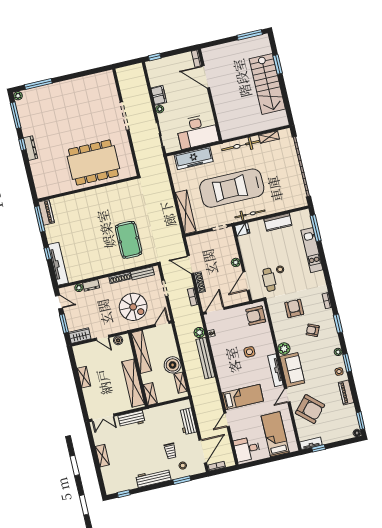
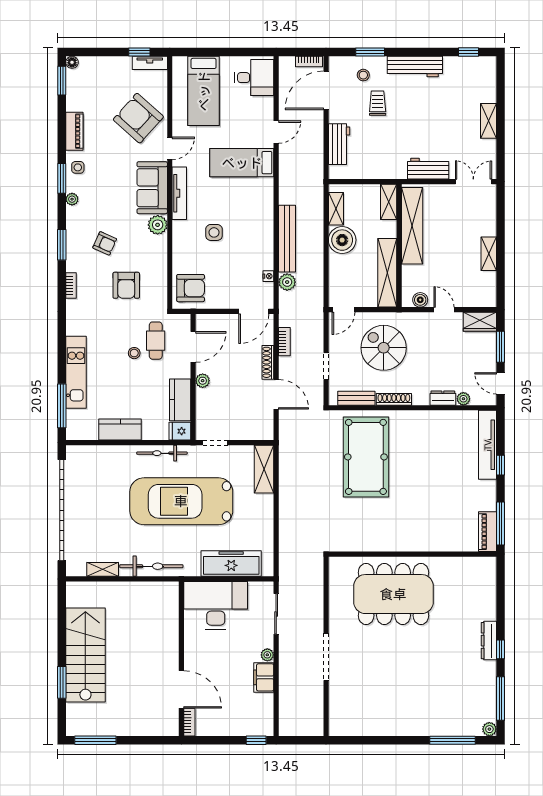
car: (232, 188) -> (181, 501), turned 180
shelving: (186, 212) -> (264, 469), width x0.68
pool table: (129, 240) -> (366, 457), width x1.36, depth x1.32
kitchen counter: (246, 248) -> (180, 400), added

